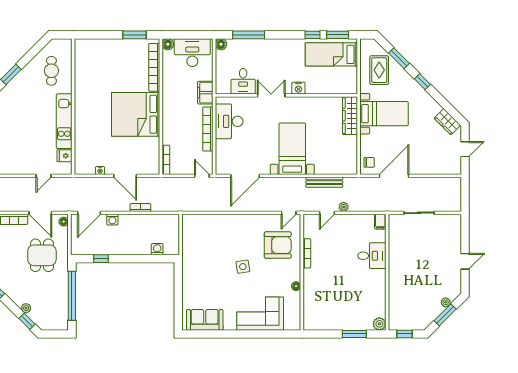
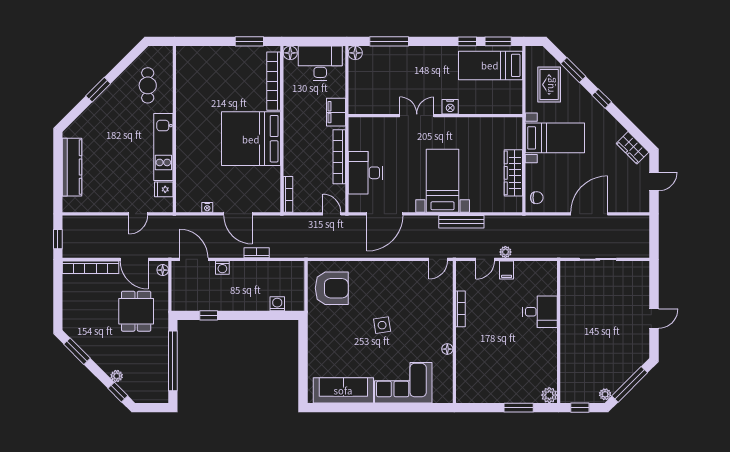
desk: (243, 81) -> (382, 98), removed
wardrobe: (350, 116) -> (513, 173), moved
desk: (229, 121) -> (365, 173), moved
door: (394, 176) -> (589, 214), moved
bench: (324, 182) -> (461, 222), moved
door: (89, 213) -> (194, 259), swing flipped
filing cabinet: (380, 222) -> (507, 270), moved
armchair: (278, 245) -> (332, 288), moved
plant: (446, 302) -> (605, 394), moved
window: (445, 315) -> (630, 384), width x1.44
sofa: (205, 320) -> (343, 390), width x1.36

